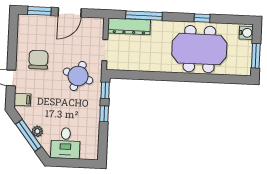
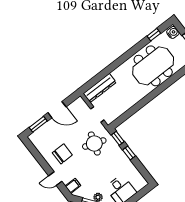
door: (70, 12) -> (57, 110), hinge flipped
window: (144, 16) -> (103, 74), removed
window: (202, 18) -> (154, 35), moved
chair: (38, 60) -> (62, 154), turned 90

